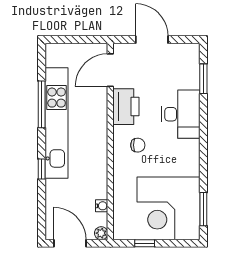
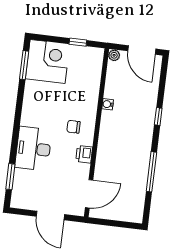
printer: (126, 107) -> (84, 154), width x0.53, depth x0.68
kitchen unit: (57, 123) -> (141, 154), removed
water cooler: (102, 206) -> (108, 104), moved
corner desk: (169, 208) -> (48, 61), width x0.74, depth x0.74

